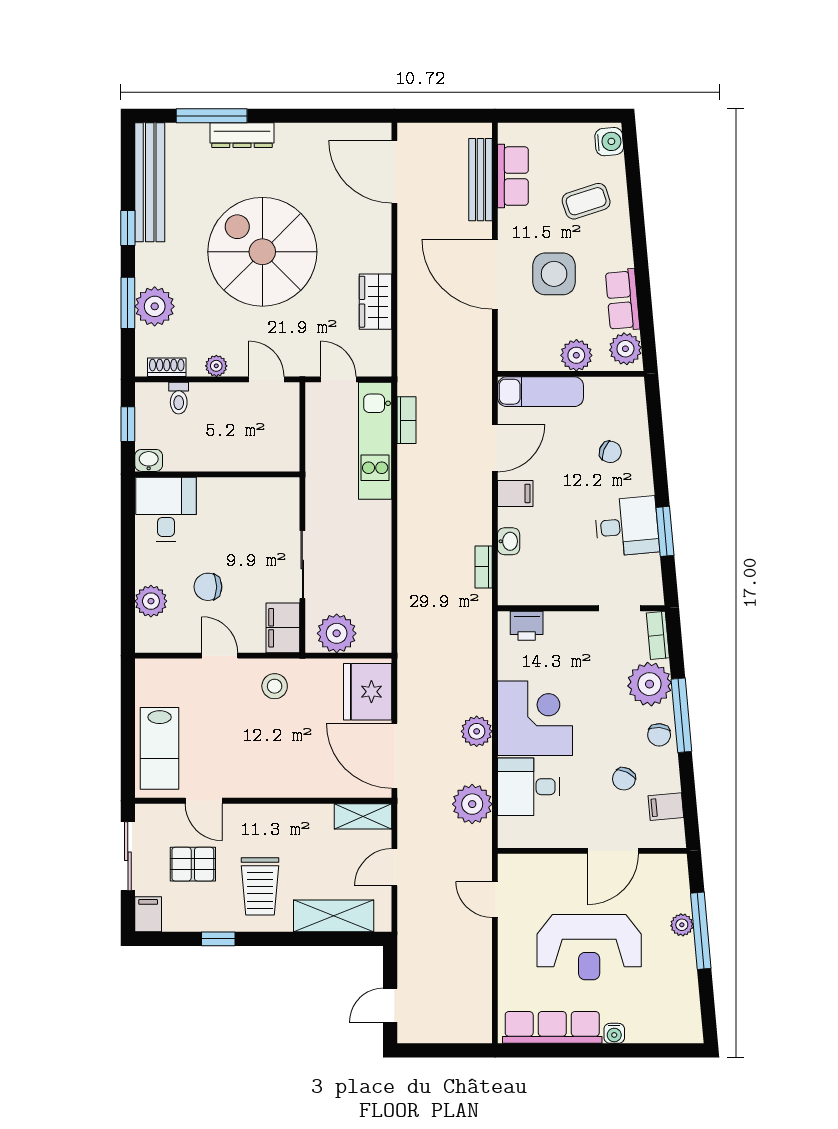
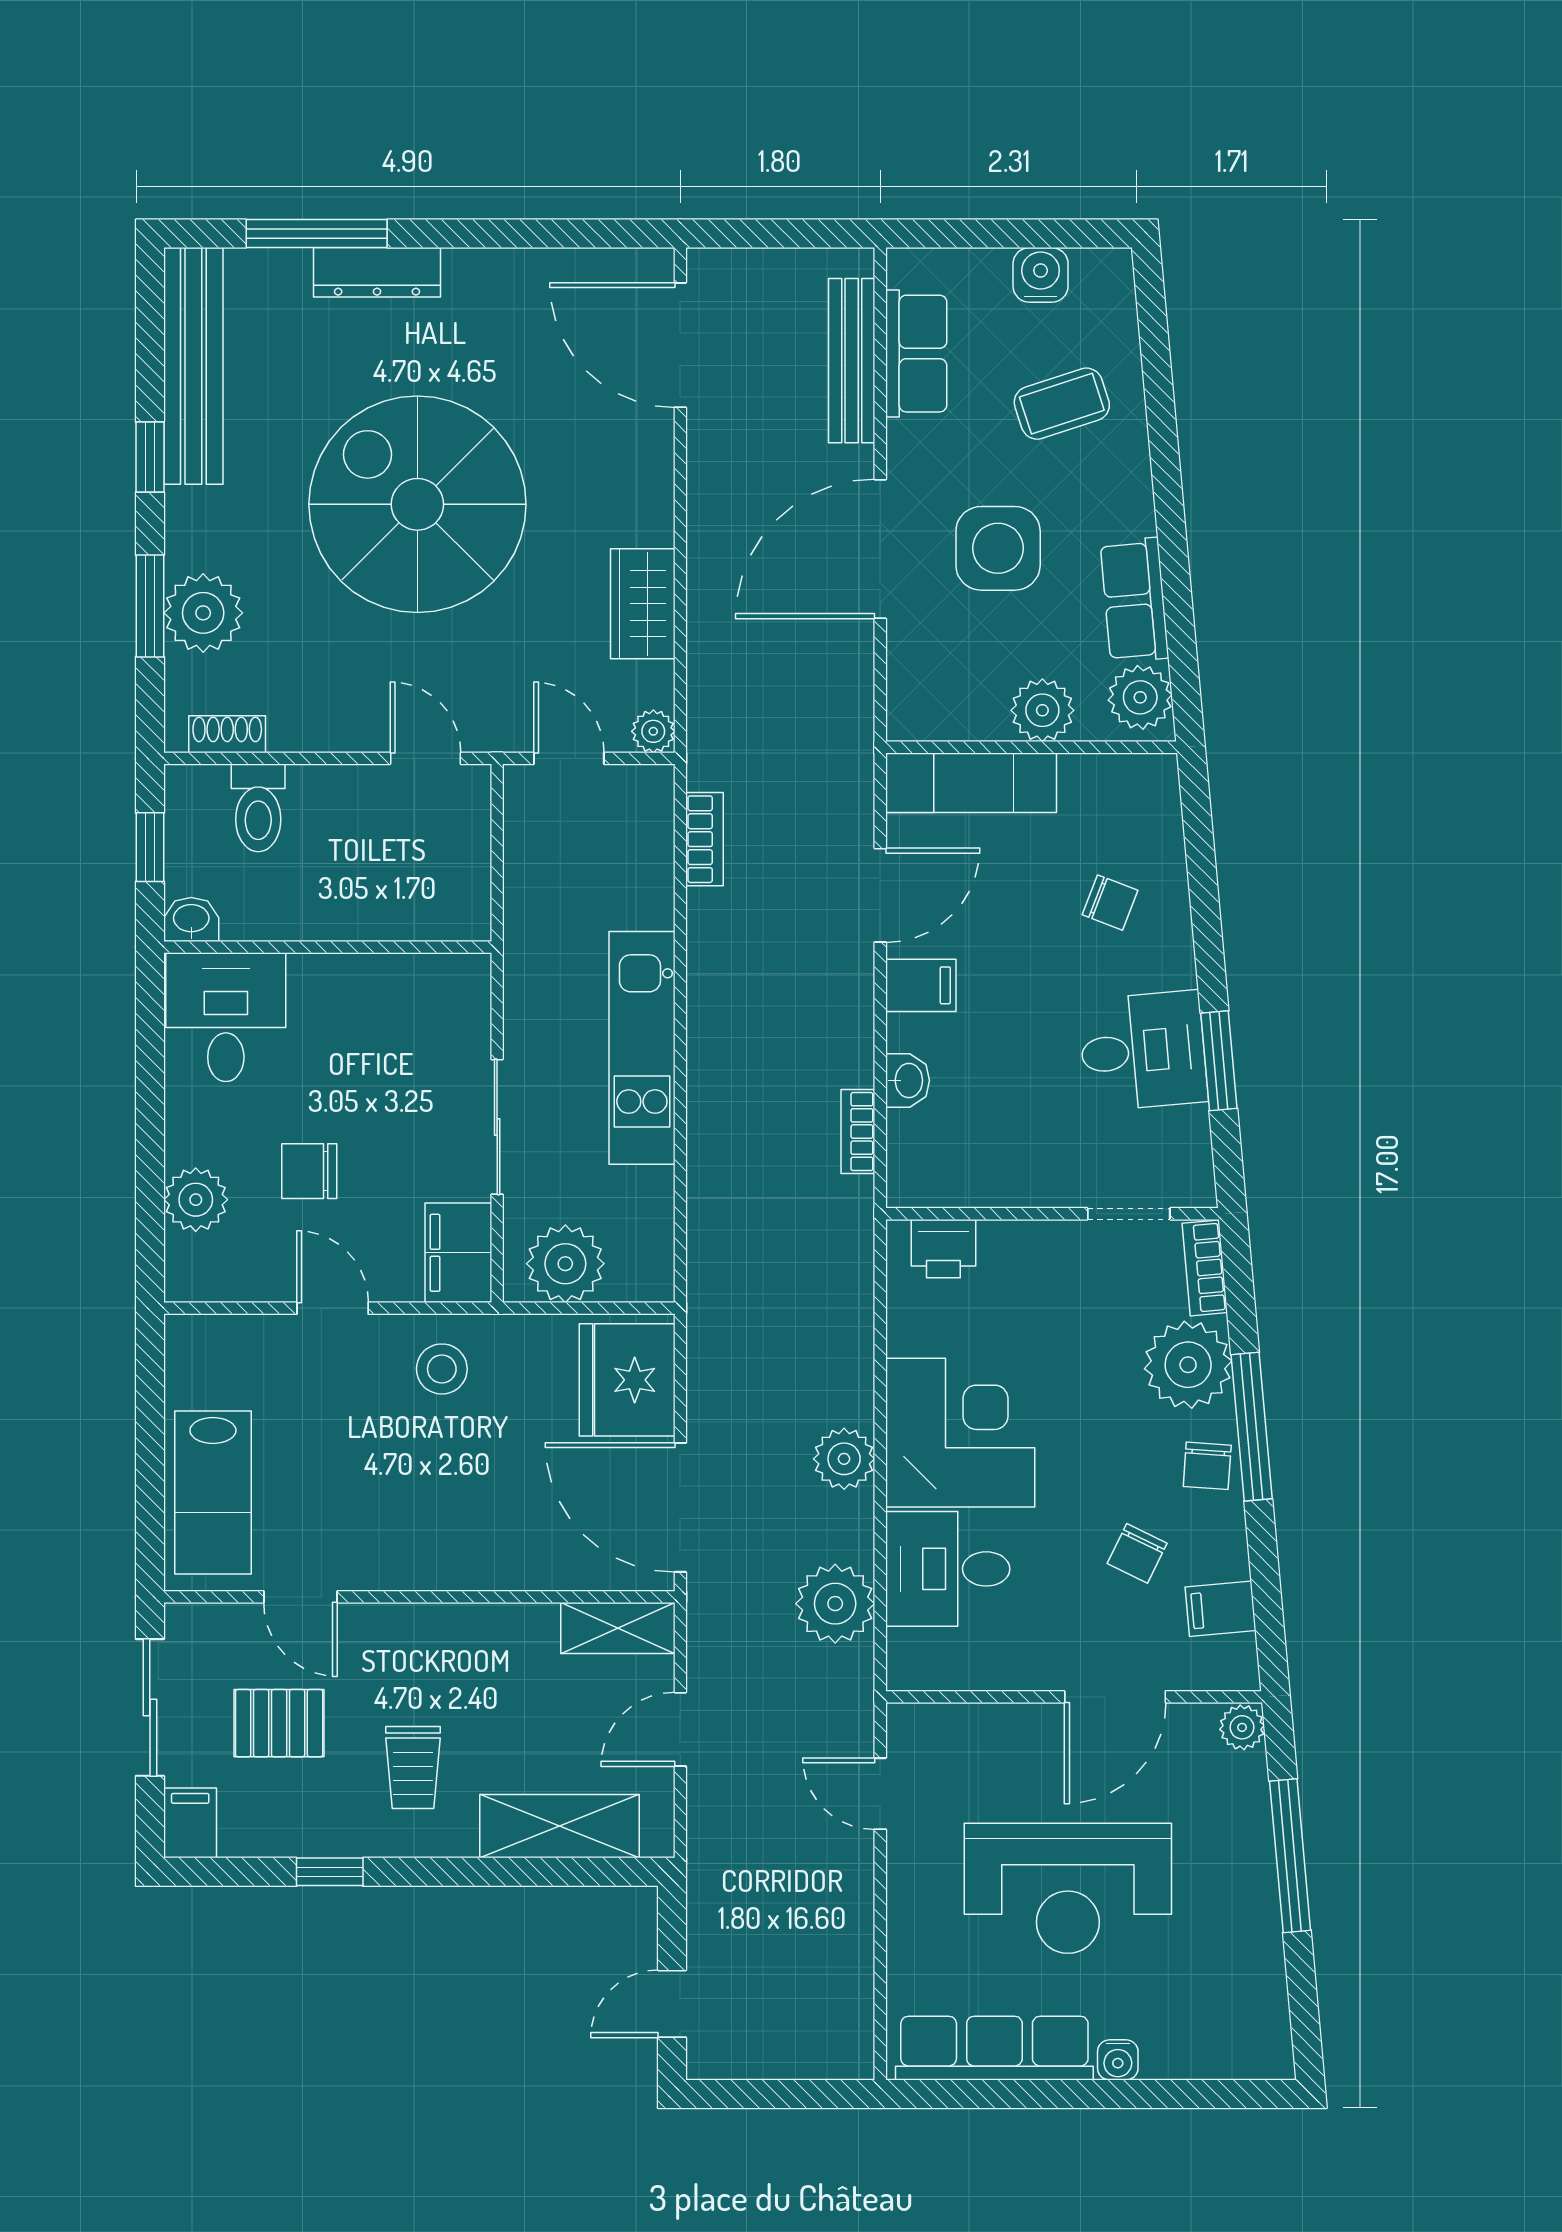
water cooler: (609, 142) -> (1041, 275), moved, turned -85
door: (495, 274) -> (880, 549), hinge flipped
plant: (216, 366) -> (653, 731), moved
toilet: (179, 398) -> (258, 808), width x1.37, depth x1.39
kitchen unit: (375, 441) -> (642, 1048), moved
trolley: (260, 886) -> (413, 1767), width x0.73, depth x0.72
plant: (682, 925) -> (1242, 1727), moved

